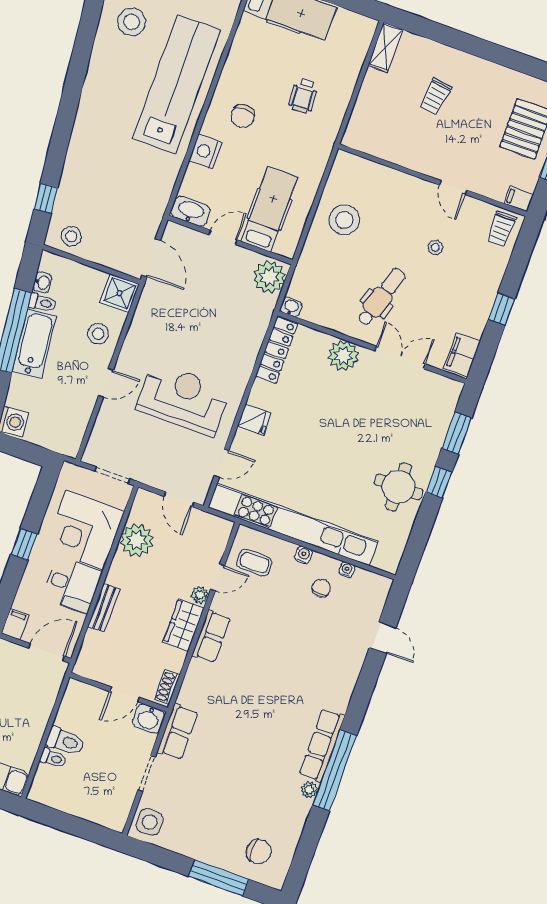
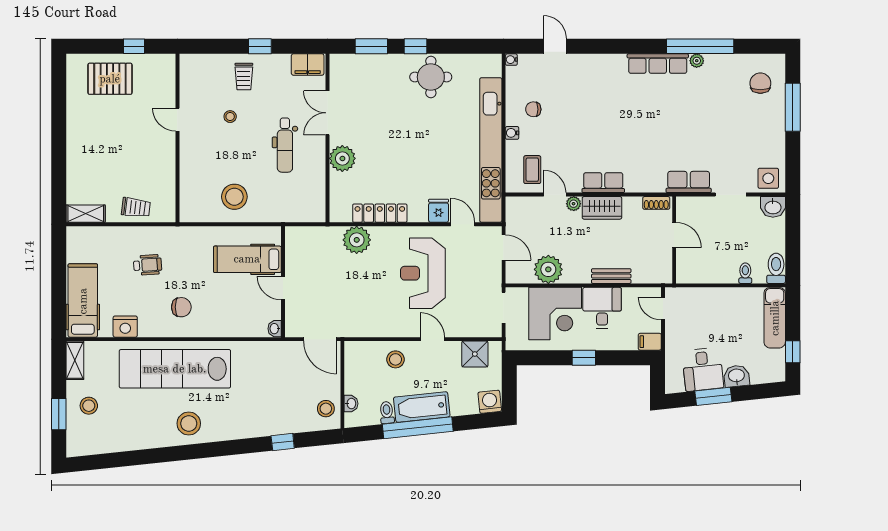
stool: (132, 22) -> (189, 423), moved
trolley: (436, 97) -> (136, 208), moved
nightstand: (205, 151) -> (125, 327), moved
door: (453, 187) -> (177, 120), swing flipped
window: (46, 198) -> (283, 442), moved
filing cabinet: (519, 199) -> (168, 64), removed
washbasin: (191, 211) -> (275, 329), width x0.52, depth x0.69
trolley: (501, 229) -> (244, 77), moved, turned 90
door: (151, 258) -> (320, 339), swing flipped
plant: (269, 277) -> (357, 240), moved
washbasin: (42, 282) -> (351, 404), moved, turned 96
shower: (120, 293) -> (475, 354), moved
dental chair: (381, 297) -> (285, 145), turned -107
washbasin: (291, 307) -> (319, 214), removed
locker: (276, 350) -> (380, 213), moved
fridge: (254, 420) -> (439, 211), moved
door: (179, 499) -> (504, 248), hinge flipped
water cooler: (347, 570) -> (511, 60), moved
door: (383, 638) -> (555, 46), hinge flipped
door: (47, 652) -> (663, 309), width x0.73
washbasin: (149, 719) -> (773, 207), moved, turned 90
toilet: (65, 741) -> (776, 268), moved
window: (335, 770) -> (700, 46), moved

